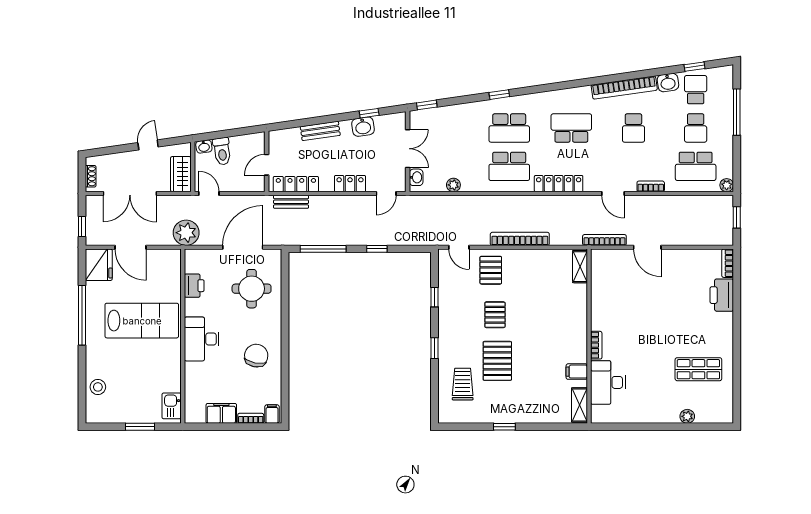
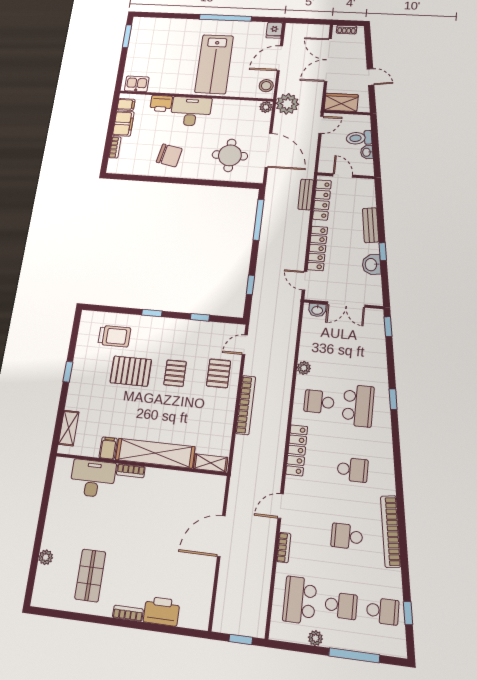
washbasin: (668, 83) -> (393, 581), removed
window: (369, 113) -> (383, 252), moved
school desk: (509, 128) -> (358, 406), turned 180
school desk: (571, 128) -> (353, 470), width x0.54
school desk: (696, 128) -> (341, 606), turned 180
washbasin: (204, 147) -> (367, 152), moved
school desk: (509, 166) -> (319, 402), width x0.54
locker: (350, 184) -> (317, 248), width x1.53
plant: (453, 185) -> (304, 368), moved
plant: (727, 185) -> (315, 638), moved
window: (82, 226) -> (303, 21), removed
bookcase: (604, 240) -> (234, 491), removed
door: (647, 247) -> (221, 536), width x1.36
window: (377, 249) -> (250, 285), moved
plant: (191, 256) -> (266, 107), added
bookcase: (728, 263) -> (128, 613), moved
fridge: (99, 265) -> (274, 30), width x0.53, depth x0.75
pallet: (491, 270) -> (219, 373), turned 90
printer: (194, 286) -> (161, 103), moved
pallet: (495, 315) -> (175, 373), turned 90
shelving: (577, 323) -> (155, 453), added
stool: (98, 387) -> (266, 86), moved
shelving: (580, 405) -> (69, 428), moved, turned 90
filing cabinet: (272, 414) -> (126, 104), moved
window: (140, 427) -> (127, 36), moved

